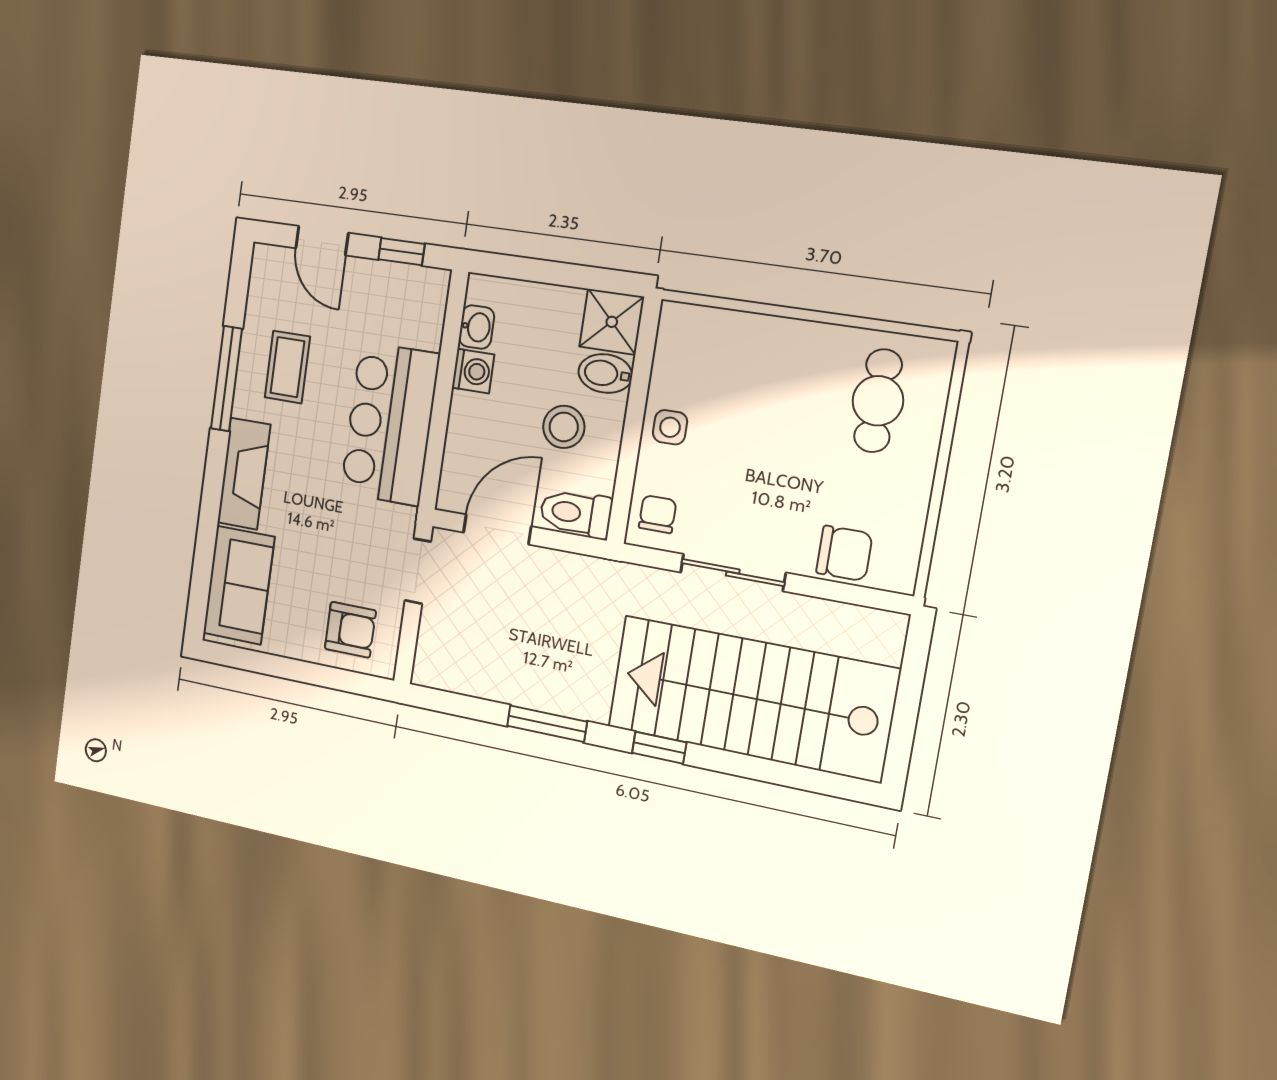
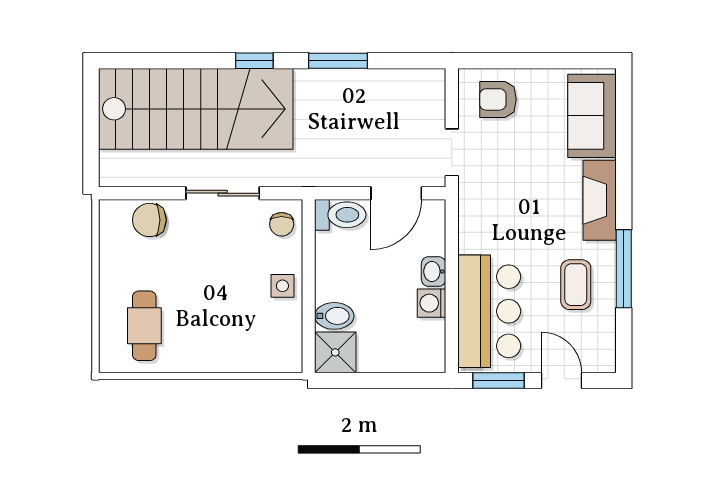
window: (401, 252) -> (498, 380), width x1.50
washbasin: (477, 327) -> (434, 271), moved
bar counter: (390, 424) -> (489, 311), moved
stool: (564, 427) -> (358, 274), removed

